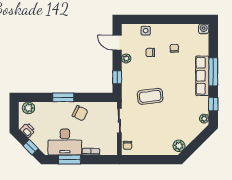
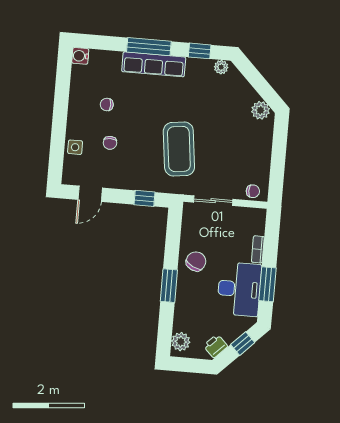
plant: (126, 59) -> (116, 182), removed
coffee table: (150, 96) -> (179, 149), width x1.36, depth x1.32

